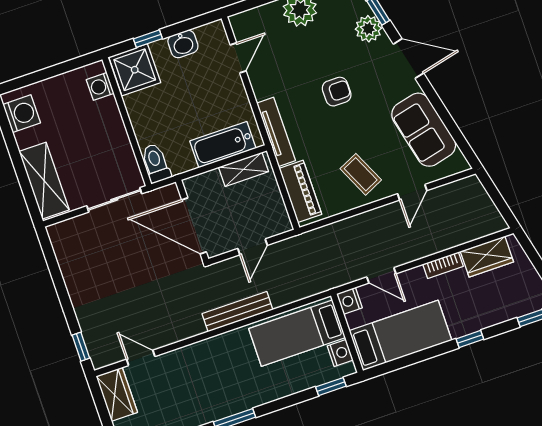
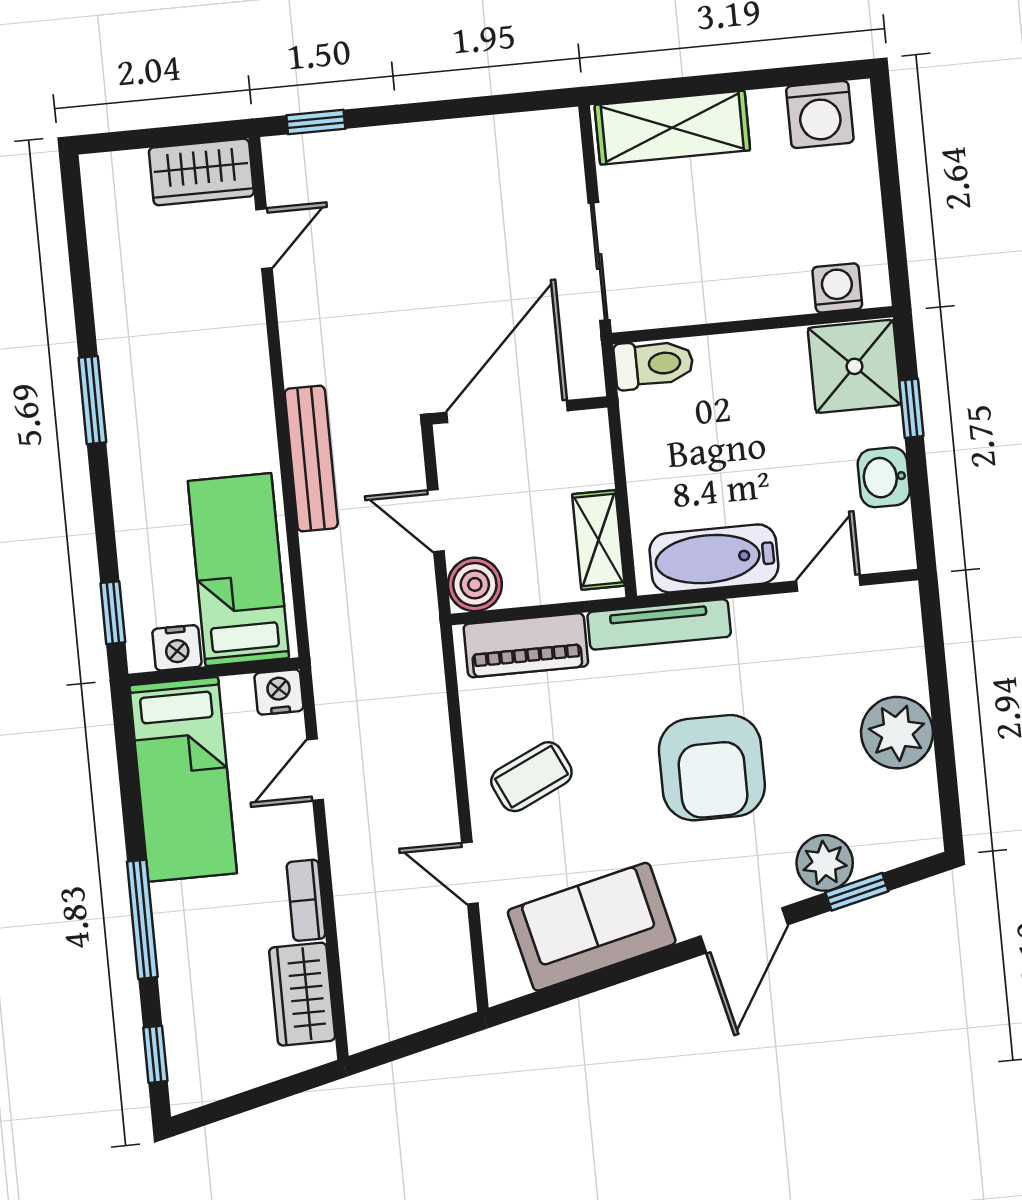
door: (238, 58) -> (828, 583), swing flipped
armchair: (337, 92) -> (712, 768), width x1.88, depth x1.88
bathtub: (223, 145) -> (714, 558), moved, turned -90
boiler: (278, 222) -> (475, 584), added
window: (470, 339) -> (142, 919), width x2.17

